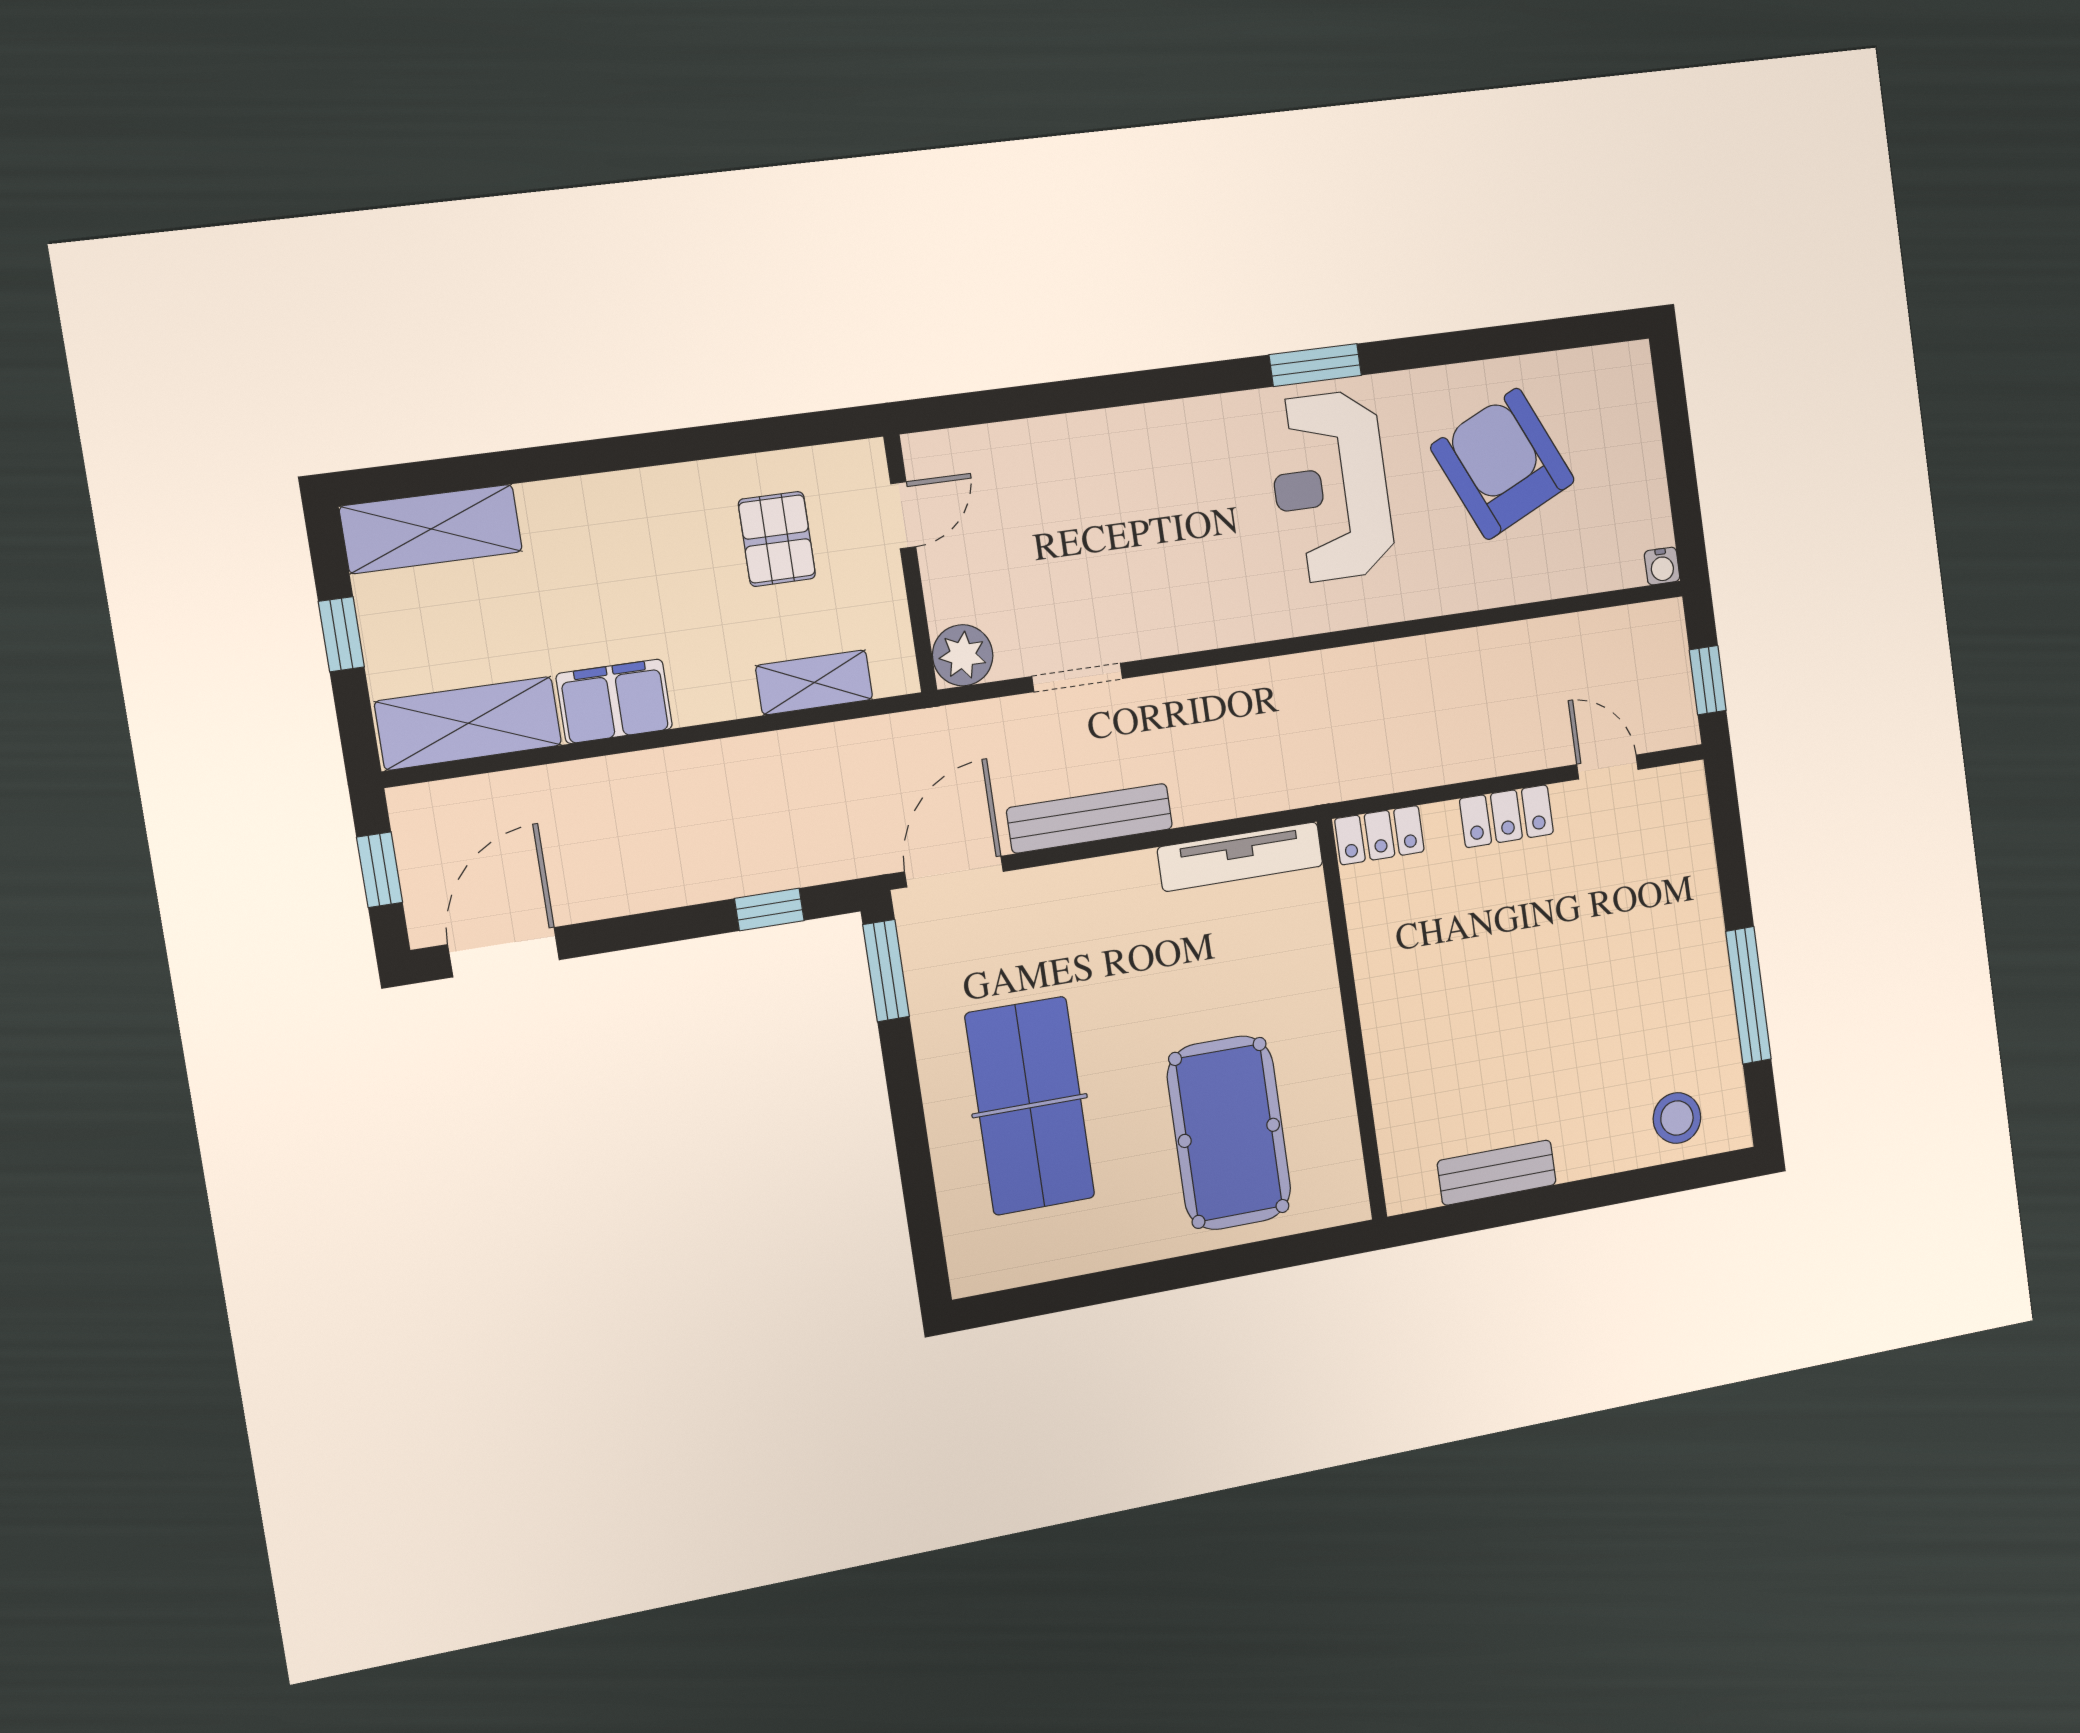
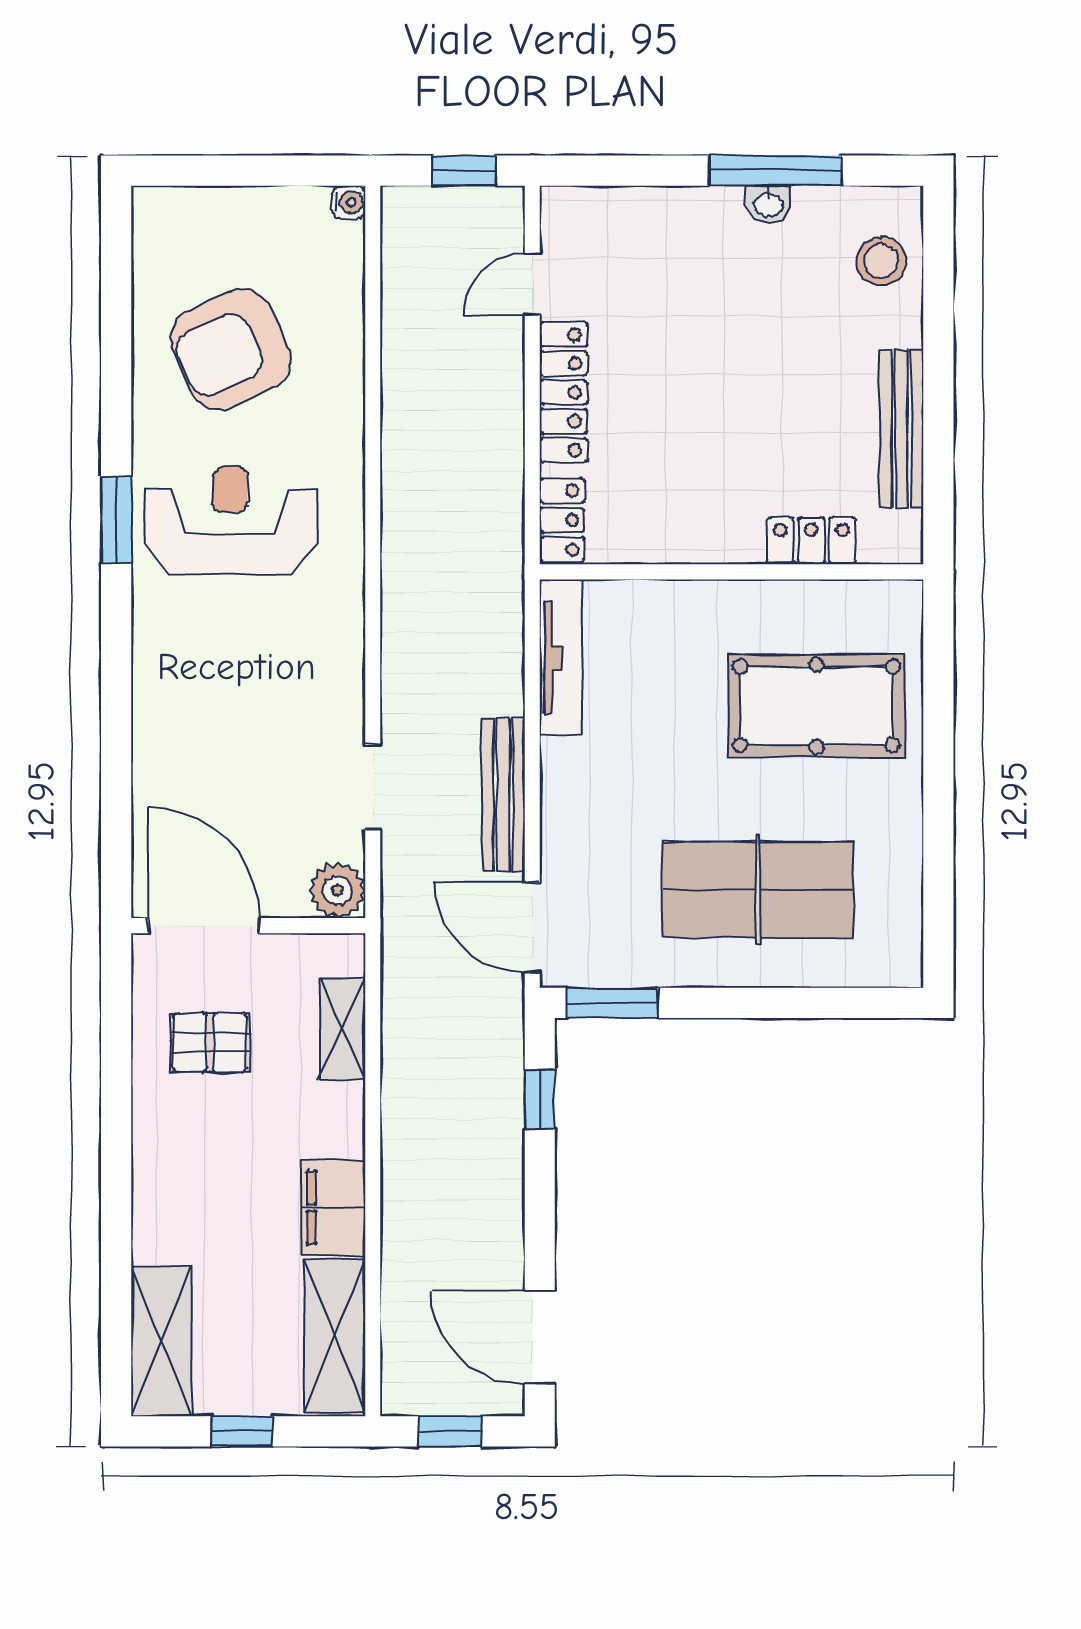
reception desk: (1331, 487) -> (230, 521), turned 180
door: (903, 515) -> (204, 926), width x1.88
locker: (1506, 816) -> (564, 392), width x1.53
washbasin: (1716, 994) -> (768, 204), added
locker: (1395, 1097) -> (811, 541), added
bench: (1497, 1173) -> (901, 429), width x1.36

